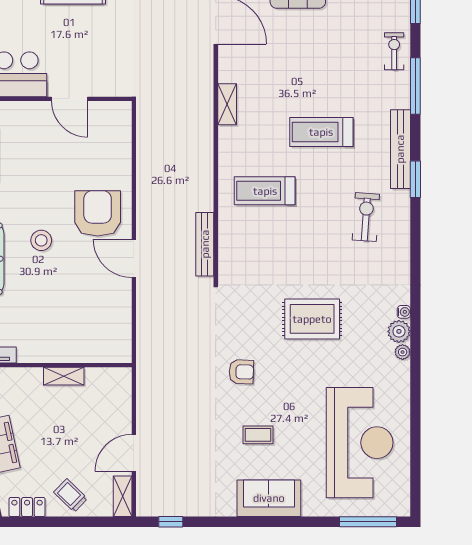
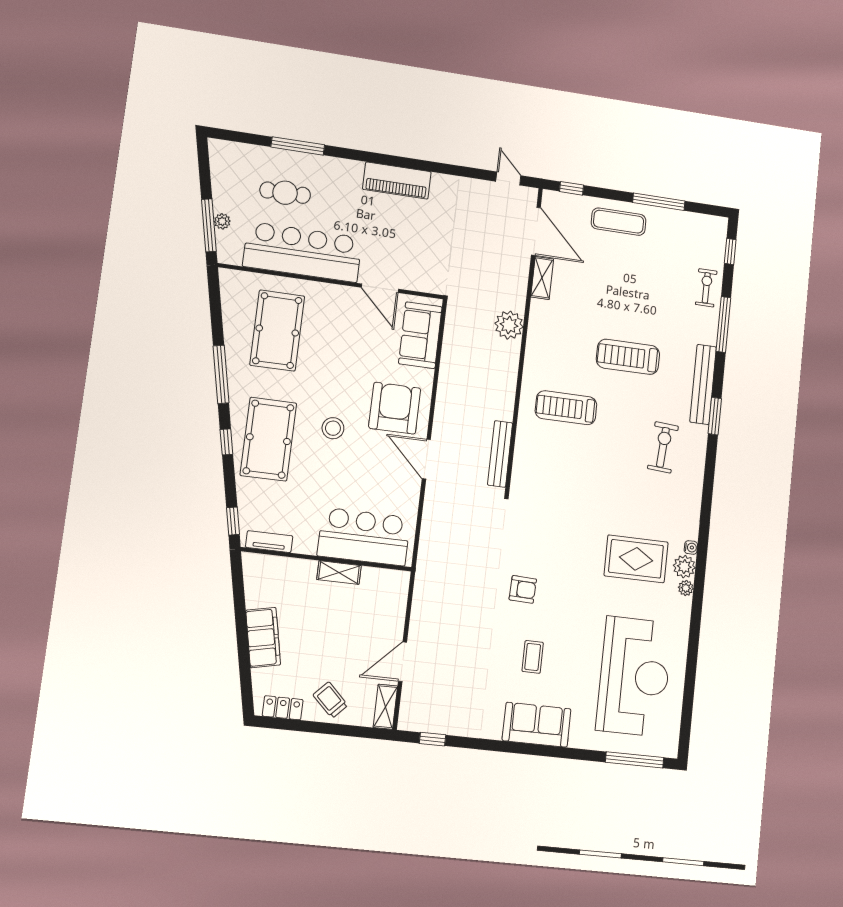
shelving: (227, 104) -> (542, 278), moved
plant: (199, 117) -> (509, 325), added
sofa: (114, 139) -> (420, 335), added
rug: (312, 319) -> (636, 559), moved
bar counter: (83, 340) -> (364, 537), added
coffee table: (258, 435) -> (533, 657), turned 90

